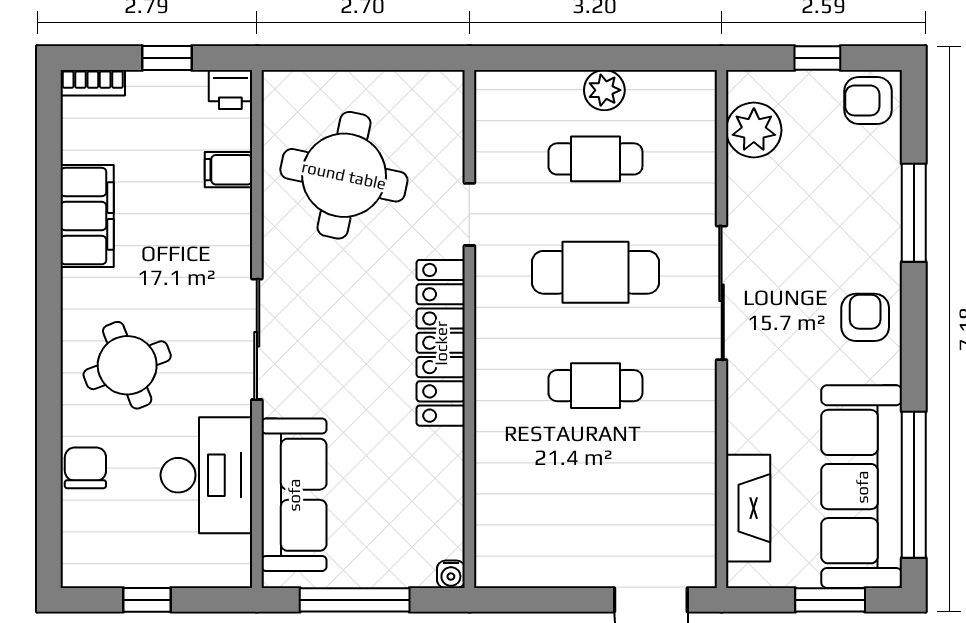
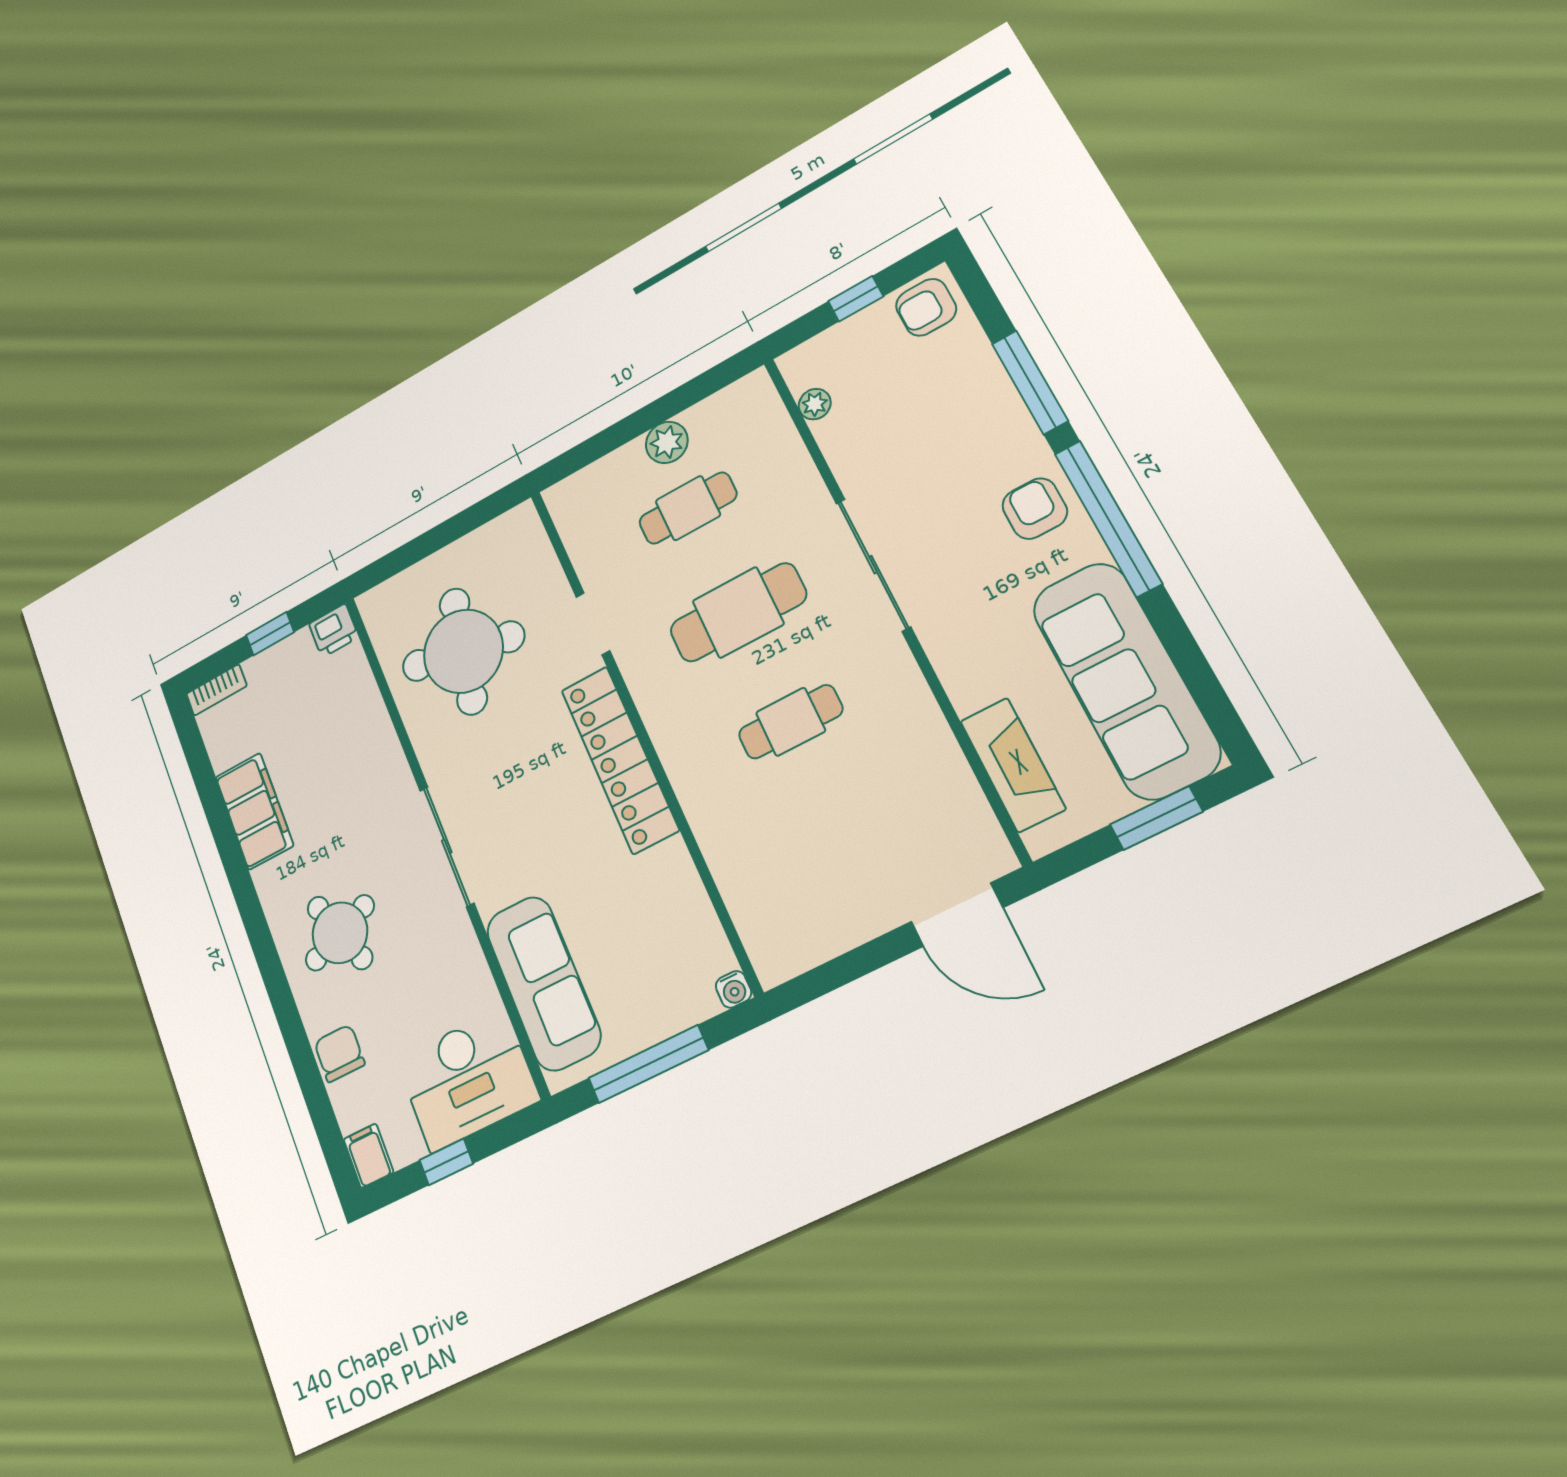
plant: (754, 130) -> (815, 404), width x0.53, depth x0.53
filing cabinet: (228, 170) -> (368, 1156), moved, turned 90
desk: (206, 475) -> (468, 1080), moved, turned 90
window: (914, 485) -> (1108, 518), moved

